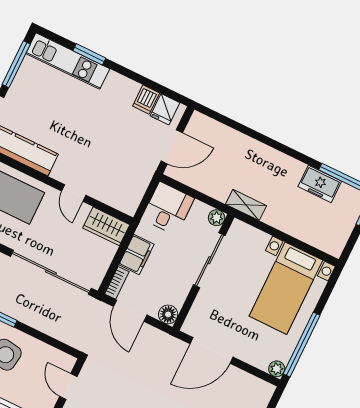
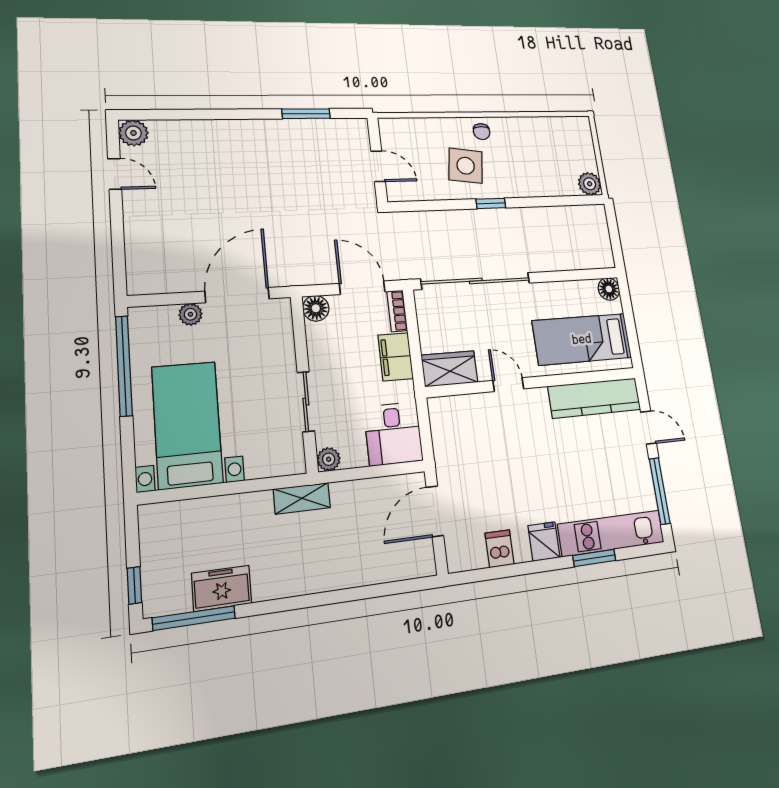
fridge: (165, 109) -> (544, 541), moved
sliding door: (209, 260) -> (306, 402), width x0.73
plant: (277, 369) -> (190, 314), moved

